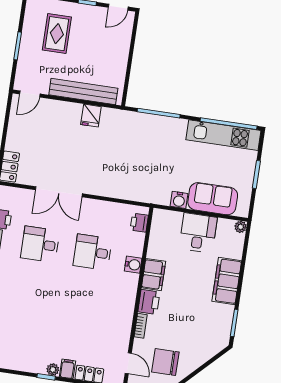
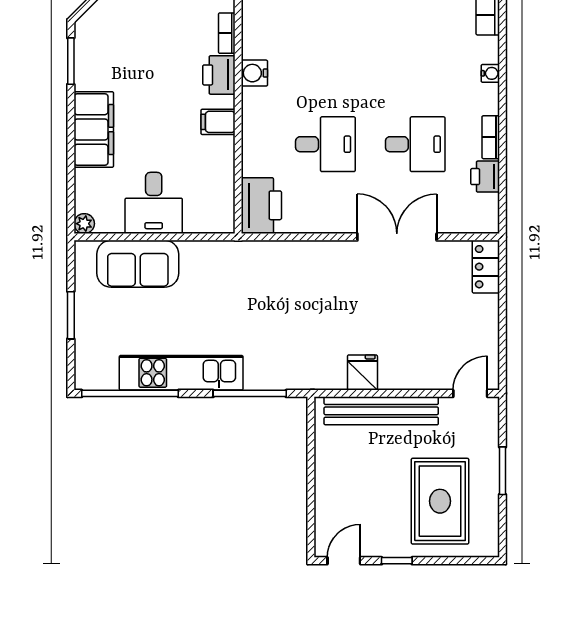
rug: (57, 34) -> (440, 501), width x1.36, depth x1.43
kitchen unit: (223, 135) -> (181, 373), moved
water cooler: (179, 200) -> (194, 253), removed
printer: (139, 223) -> (261, 205), width x1.87, depth x1.48
water cooler: (133, 265) -> (254, 73), moved
filing cabinet: (153, 275) -> (218, 122), width x0.50

